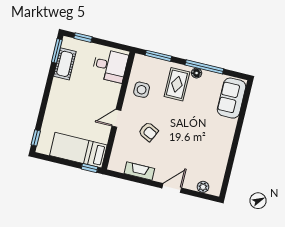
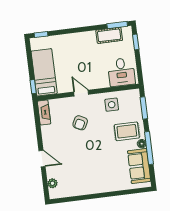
sofa: (232, 98) -> (139, 166), moved, turned -90
fireplace: (139, 171) -> (44, 113), moved

